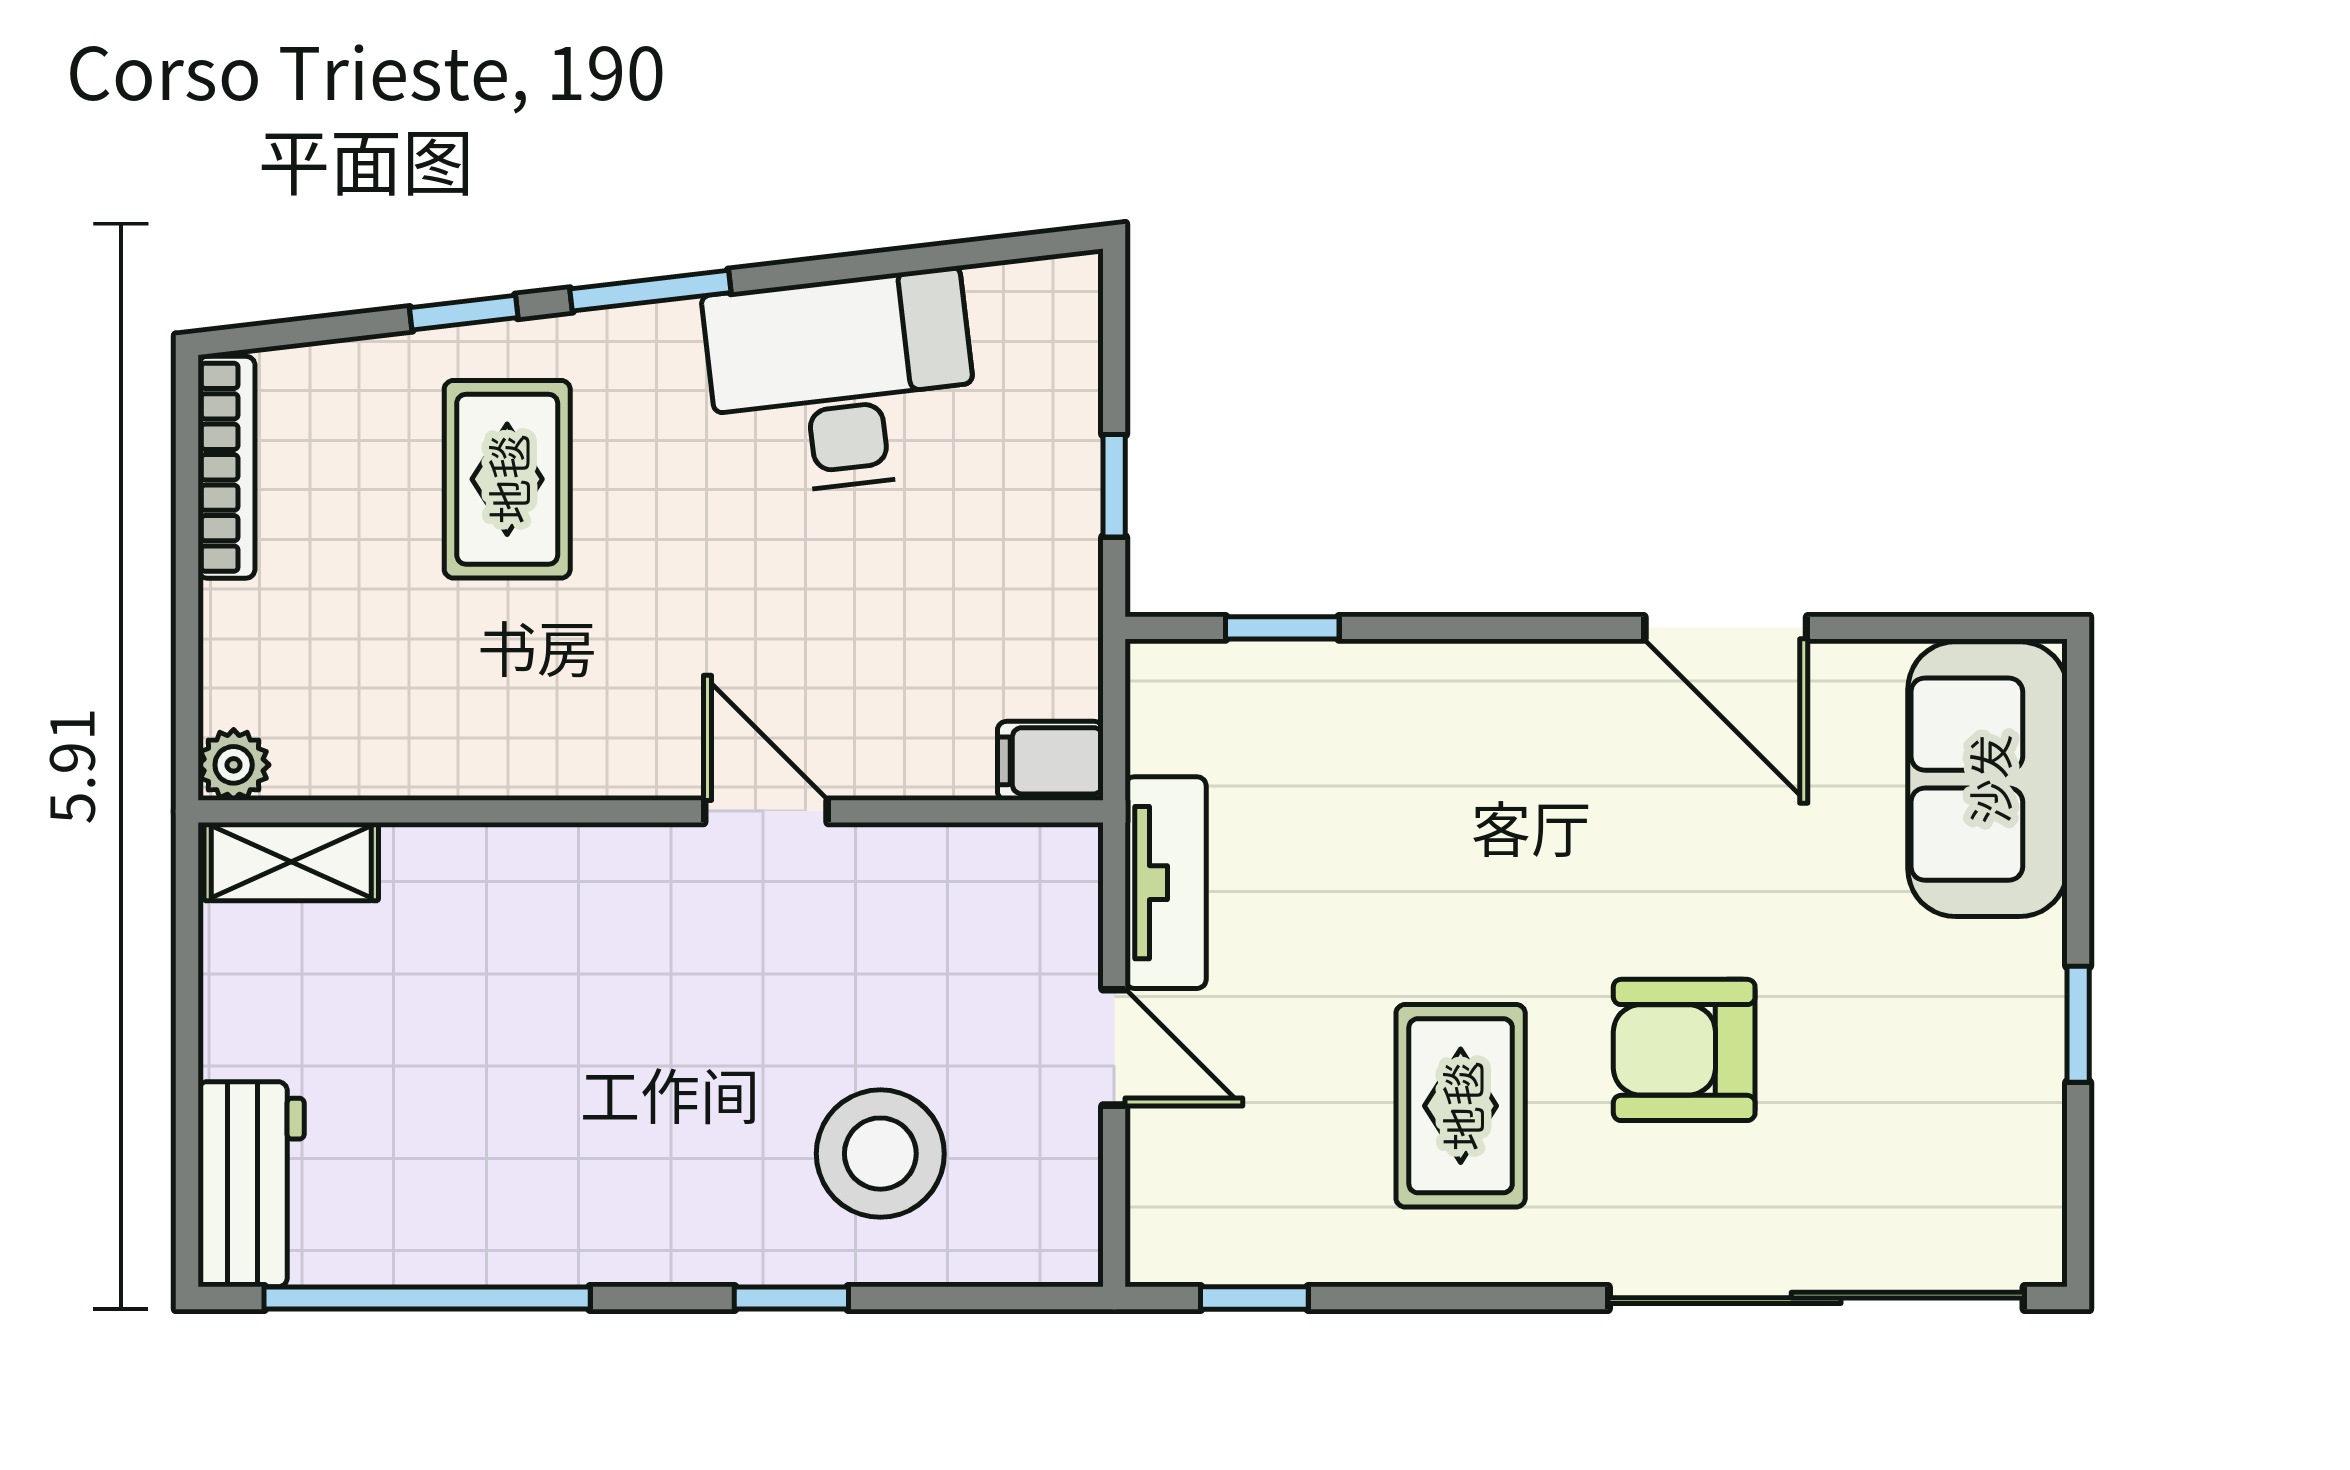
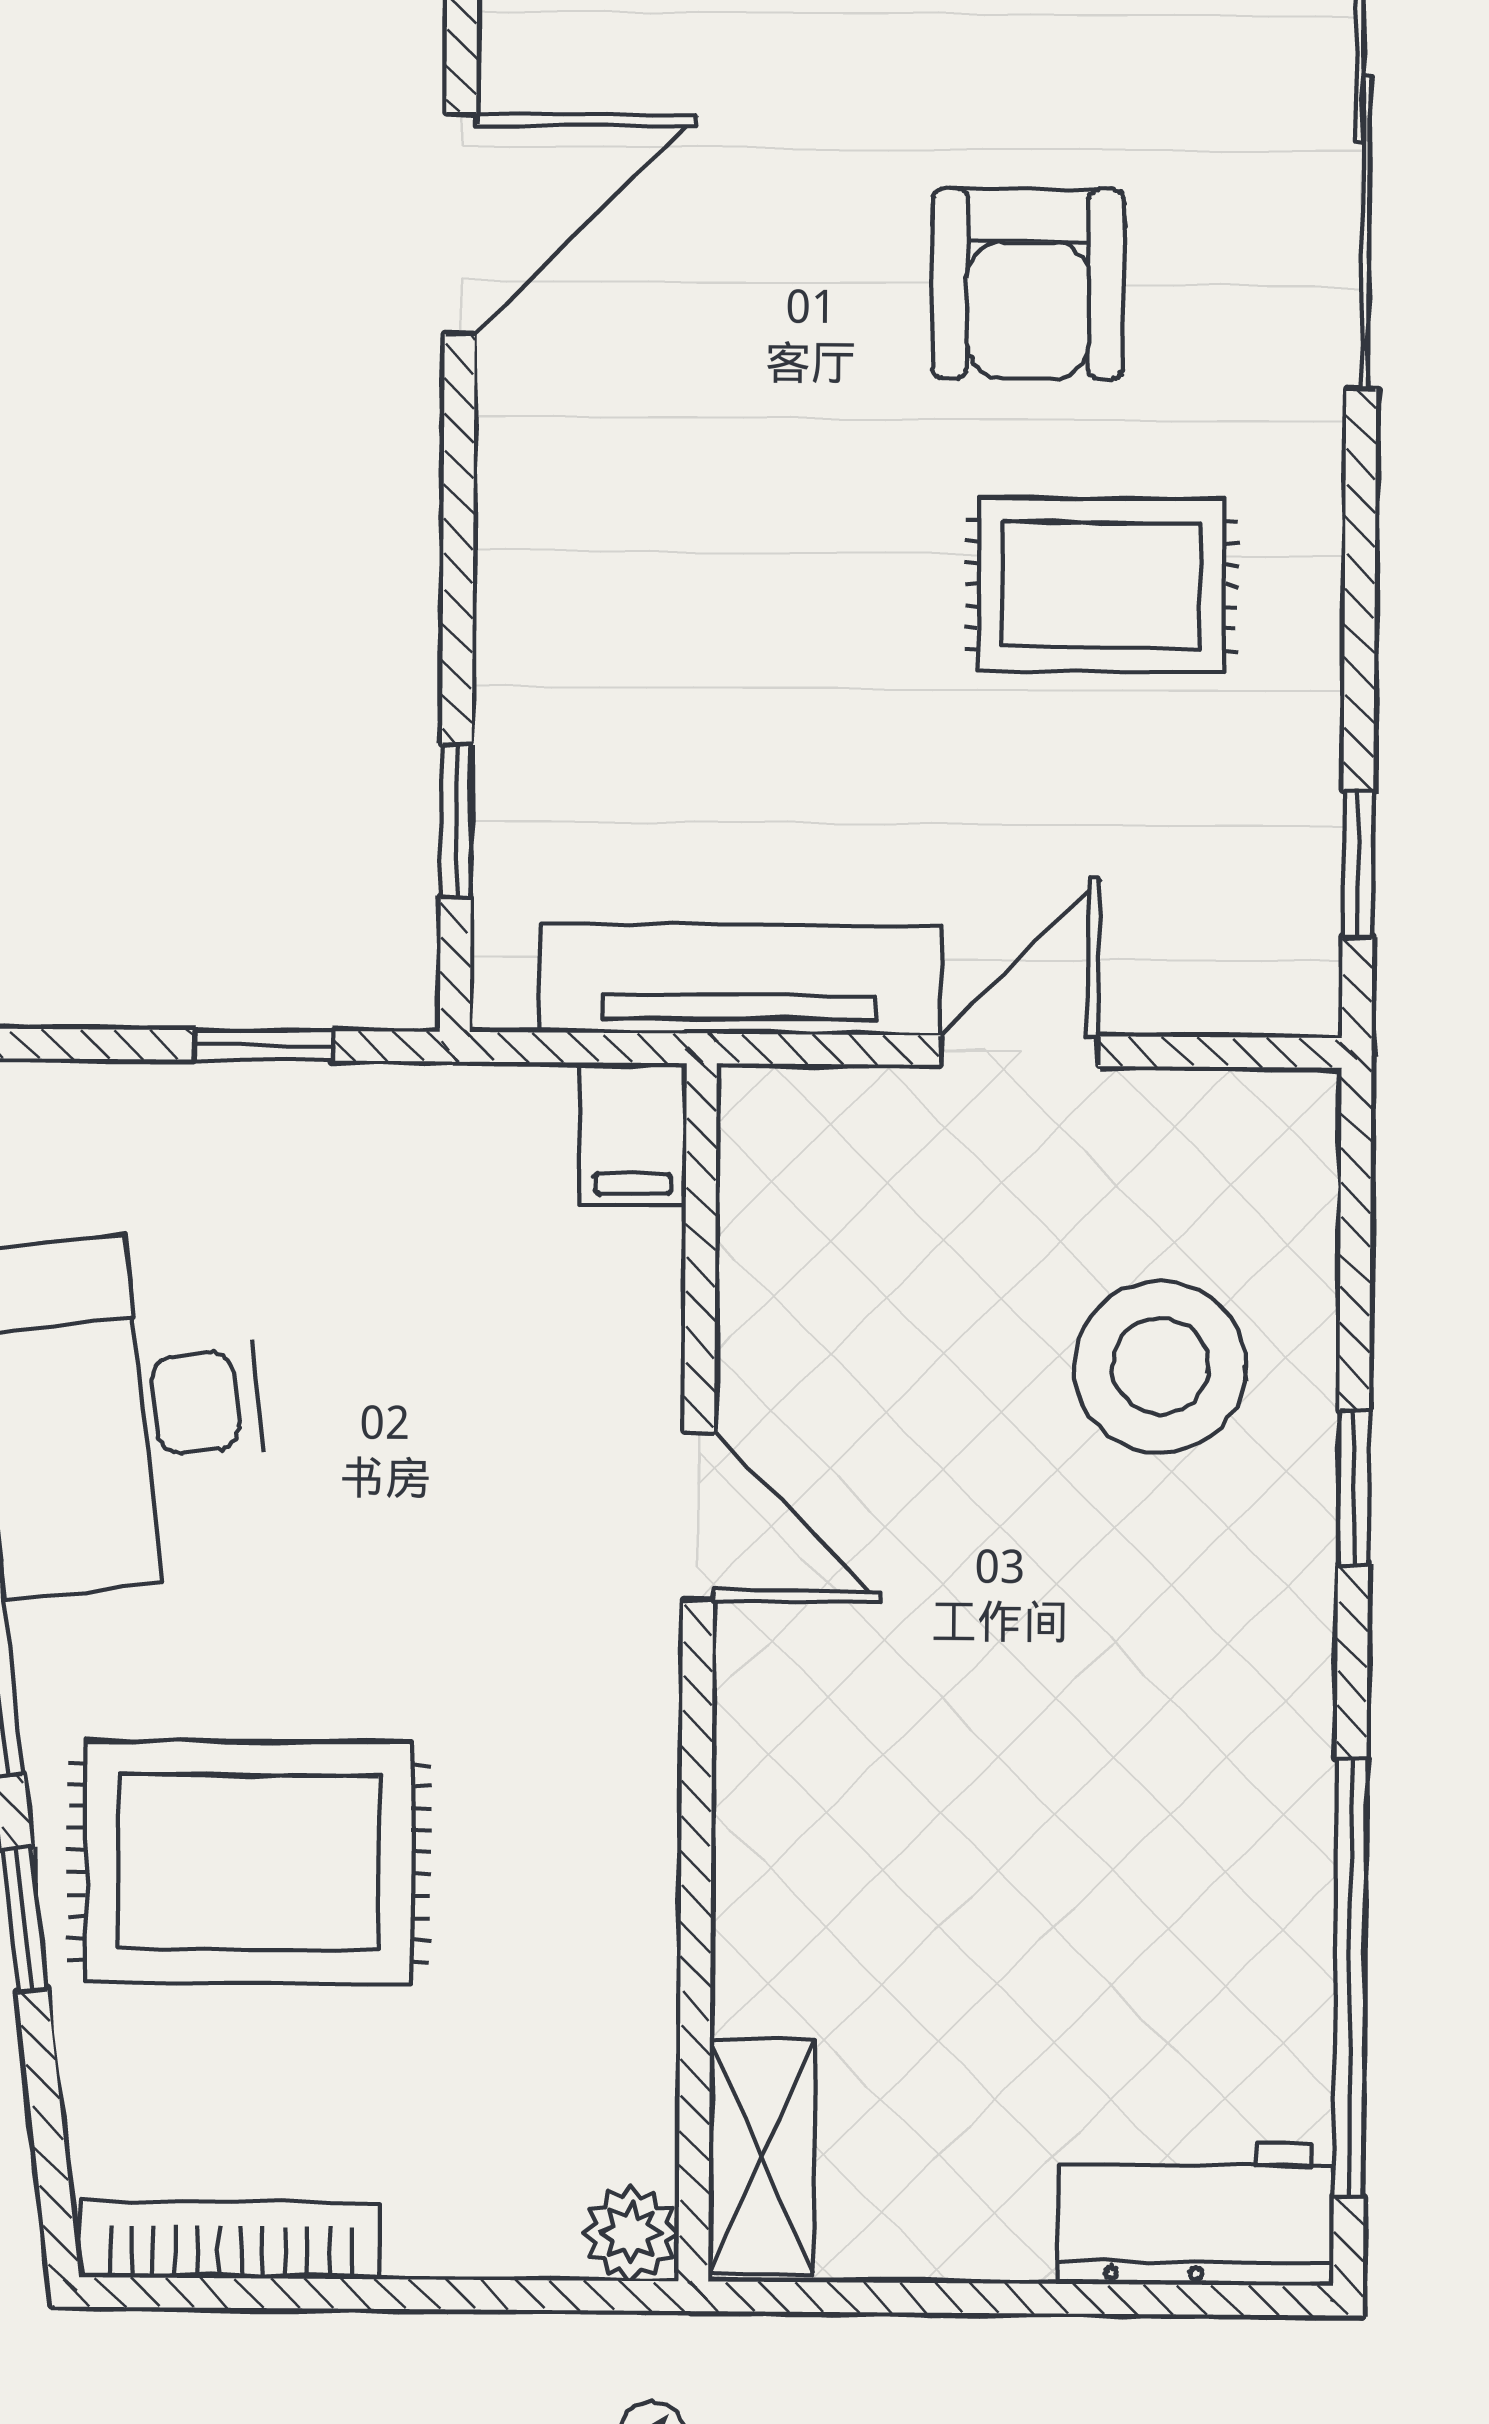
rug: (507, 479) -> (249, 1862), width x1.36, depth x1.43
door: (766, 811) -> (699, 1517), swing flipped
tv unit: (1166, 883) -> (740, 979), width x1.41

